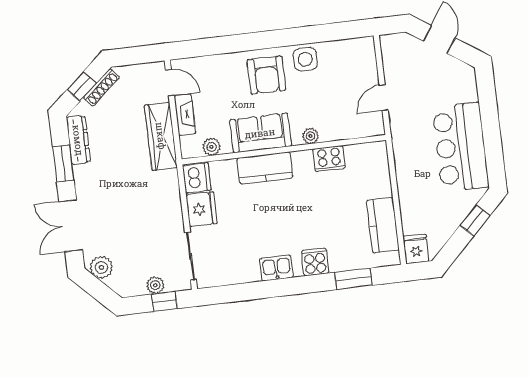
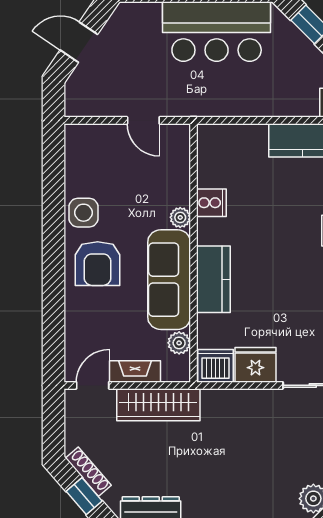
armchair: (266, 75) -> (98, 264), turned 90
sofa: (260, 133) -> (169, 280), width x1.36
cooker: (329, 159) -> (211, 203), width x0.73

